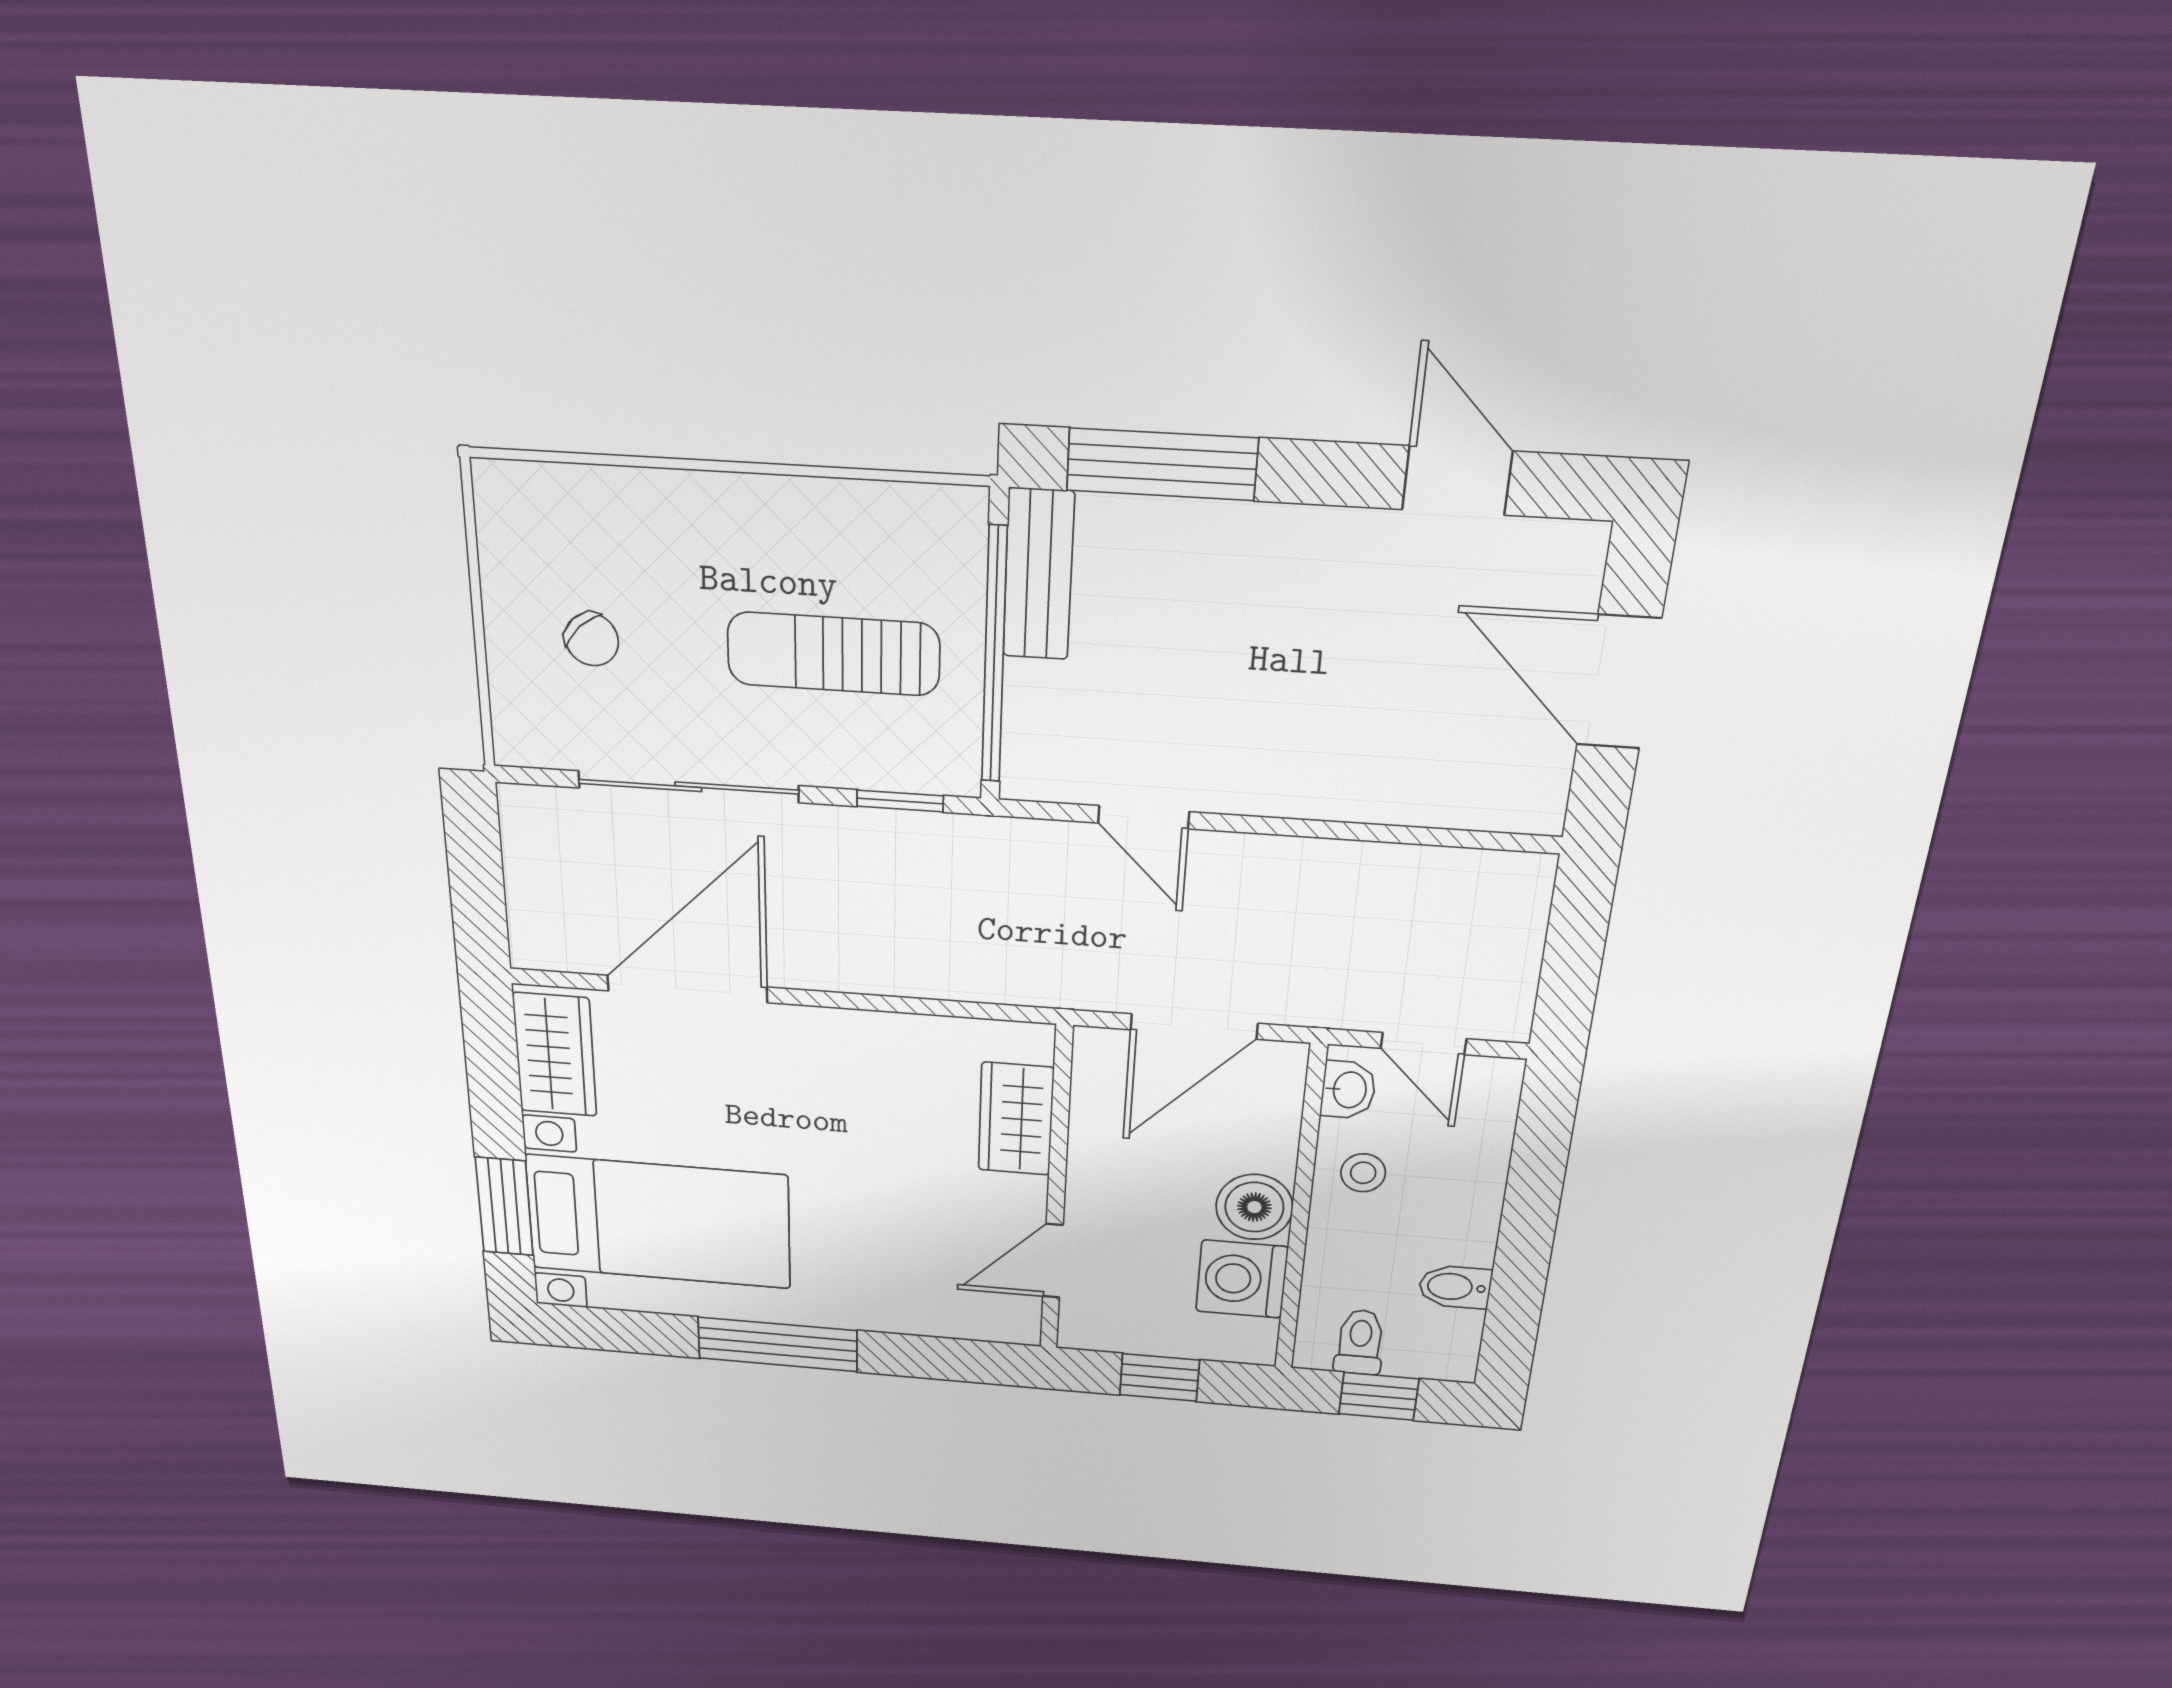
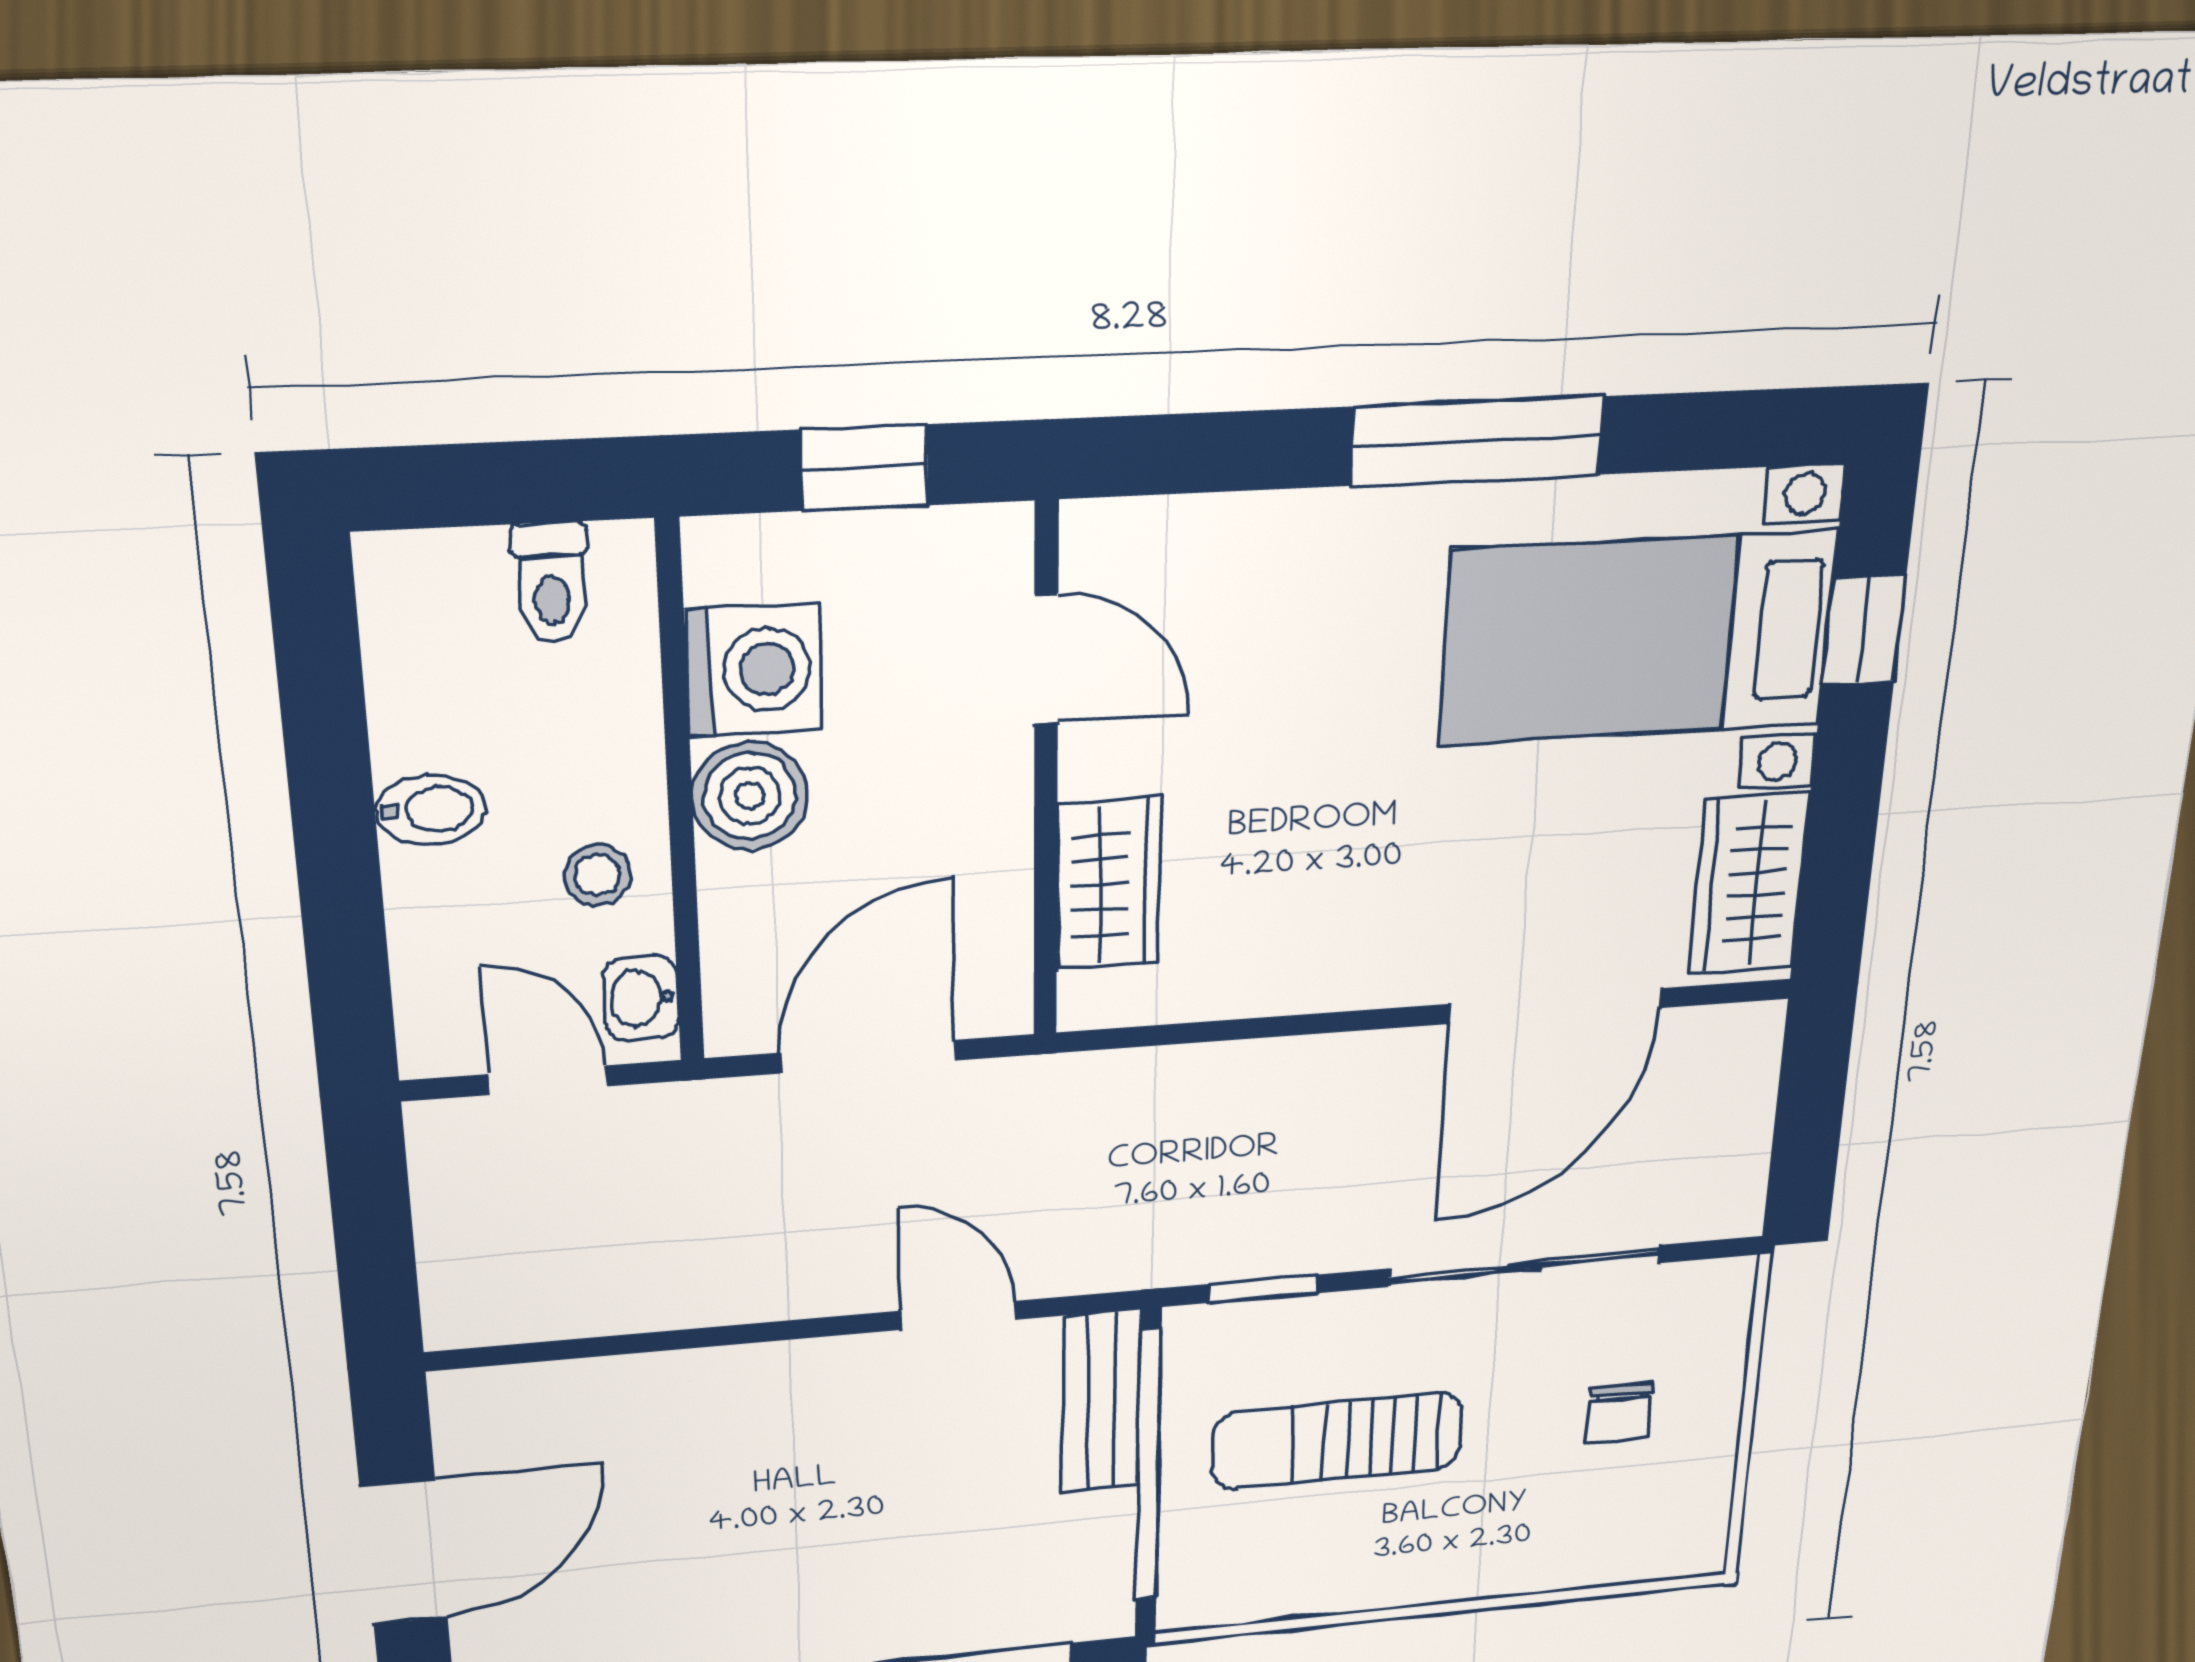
bench: (1038, 574) -> (1101, 1401), moved
chair: (592, 639) -> (1619, 1413), turned -137
sun lounger: (833, 654) -> (1338, 1441), turned 180
door: (1619, 682) -> (404, 1552), hinge flipped
window: (504, 1207) -> (1864, 630), width x0.67
door: (1053, 1261) -> (1046, 659), hinge flipped
bidet: (1455, 1287) -> (430, 810), moved
window: (1379, 1396) -> (502, 484), removed

